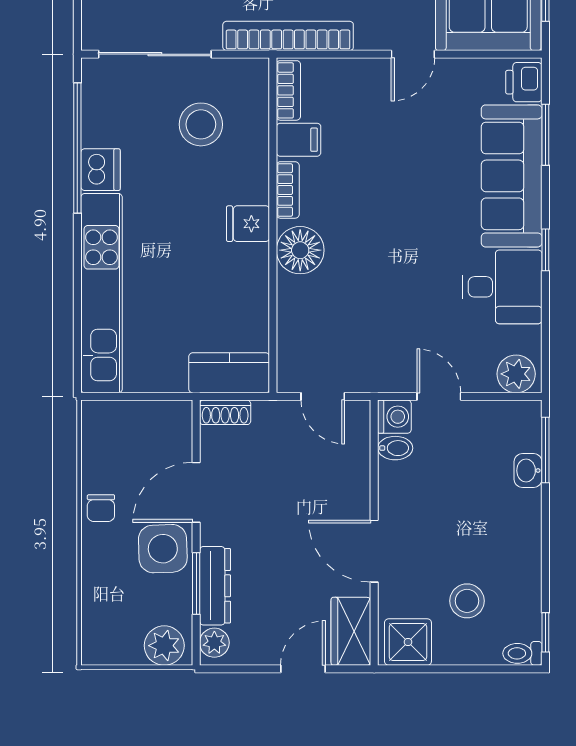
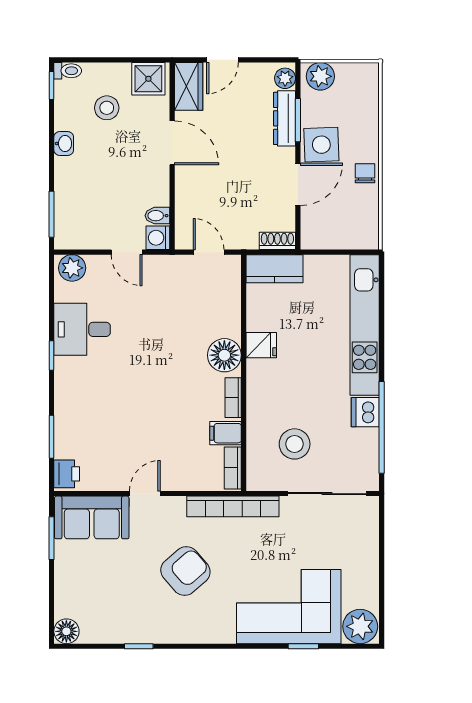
sofa: (512, 176) -> (75, 408), removed
fridge: (248, 224) -> (261, 345), moved
washbasin: (528, 471) -> (64, 144), moved

